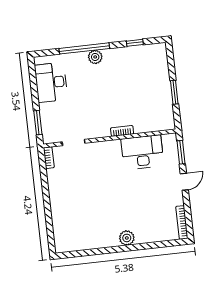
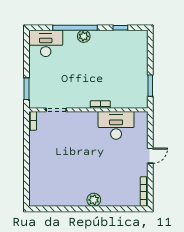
desk: (51, 82) -> (46, 43), moved, turned 90
window: (174, 92) -> (150, 86), moved
window: (181, 152) -> (150, 129), removed

